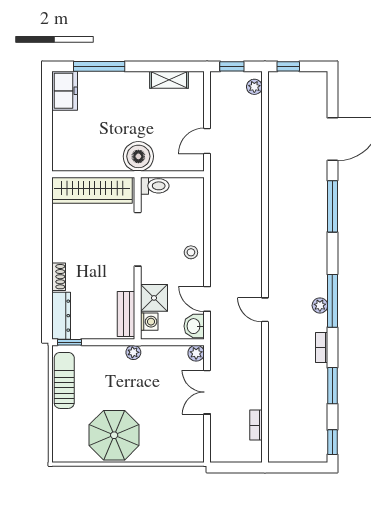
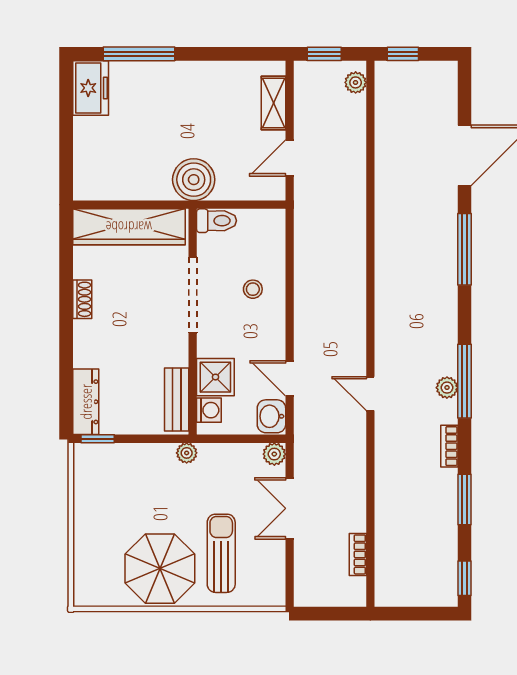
shelving: (169, 80) -> (273, 103), moved, turned 90
stool: (191, 252) -> (253, 289), moved
shoe rack: (59, 277) -> (82, 299), moved
sun lounger: (64, 380) -> (221, 553), moved

